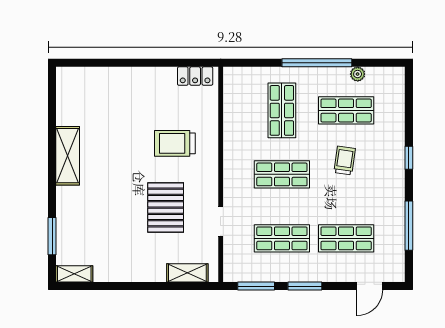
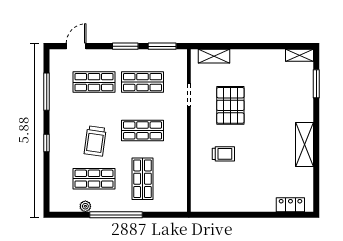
locker: (195, 76) -> (290, 205), moved
trolley: (175, 143) -> (223, 154), width x0.73, depth x0.72
trolley: (345, 160) -> (95, 141), width x1.36, depth x1.39

